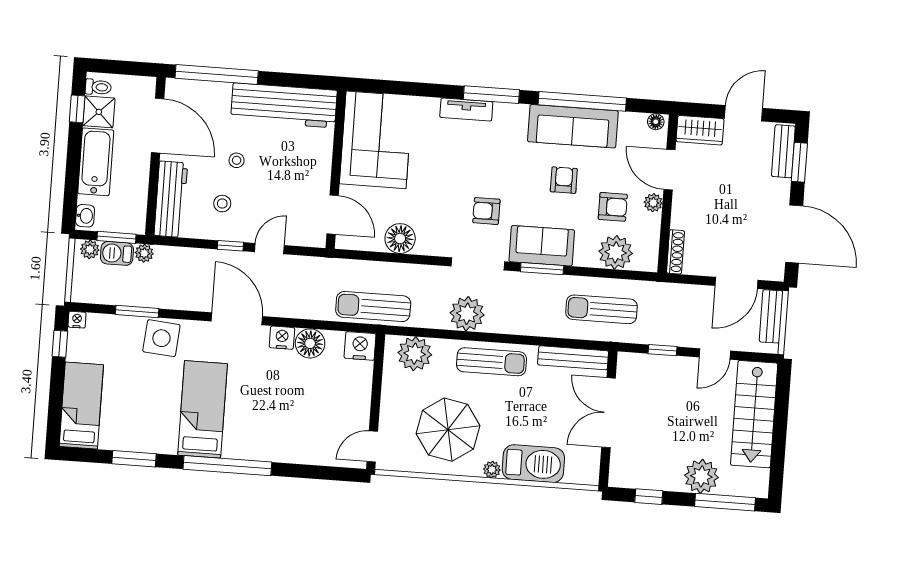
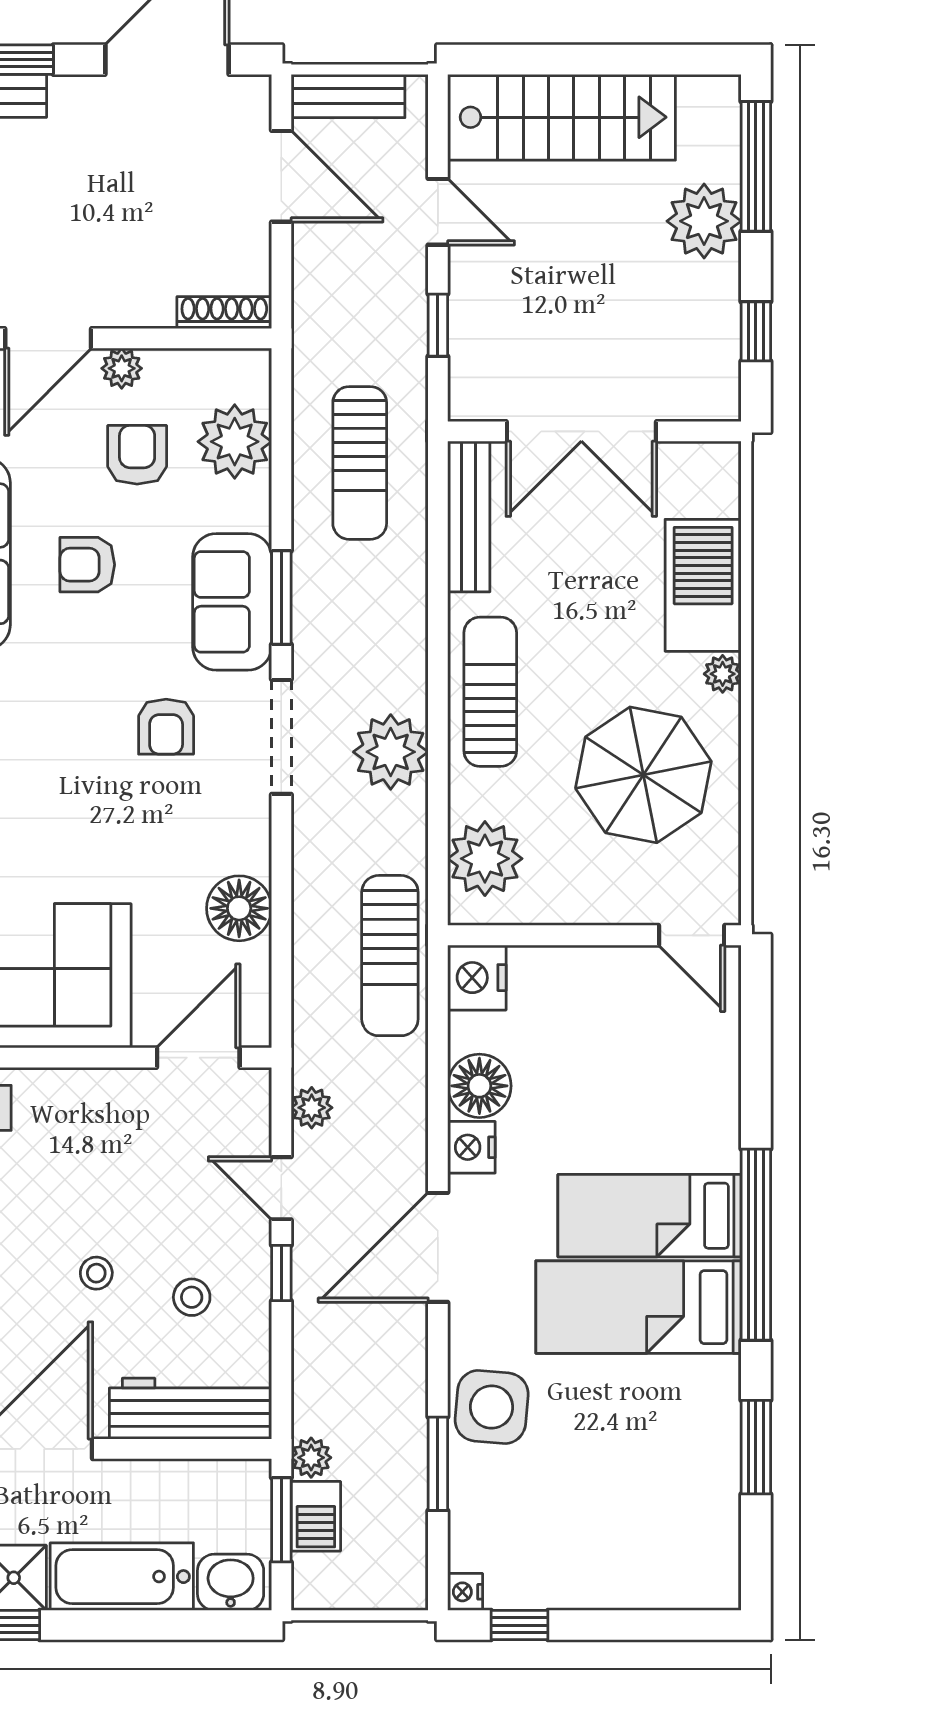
washbasin: (85, 216) -> (231, 1582), width x1.38, depth x1.45
plant: (90, 249) -> (312, 1108), moved
bed: (81, 406) -> (650, 1216), moved

